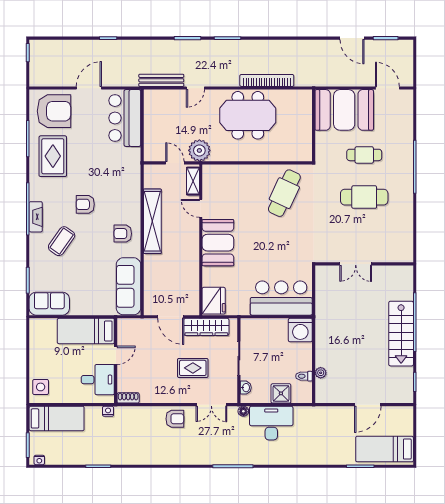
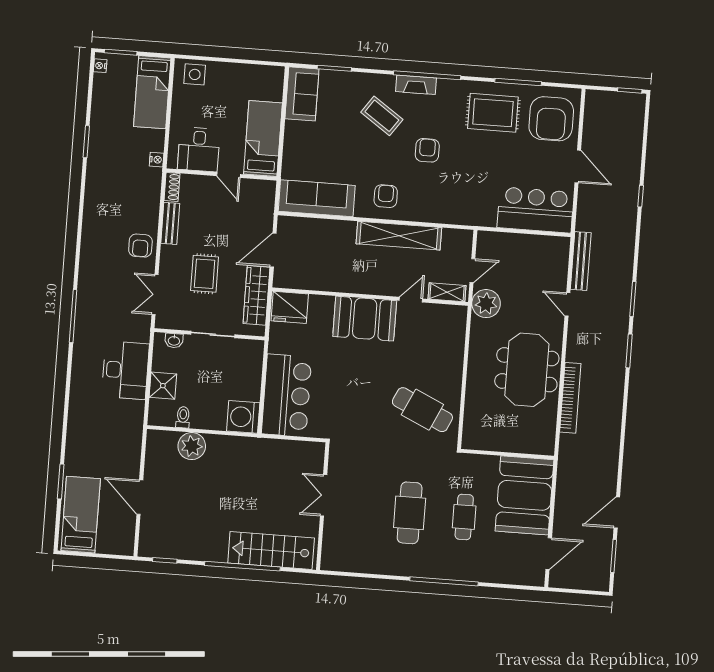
stairs: (401, 334) -> (271, 551), moved
plant: (321, 373) -> (192, 446), width x1.88, depth x1.88
bench: (156, 397) -> (170, 223), added
floor lamp: (243, 411) -> (143, 335), removed

